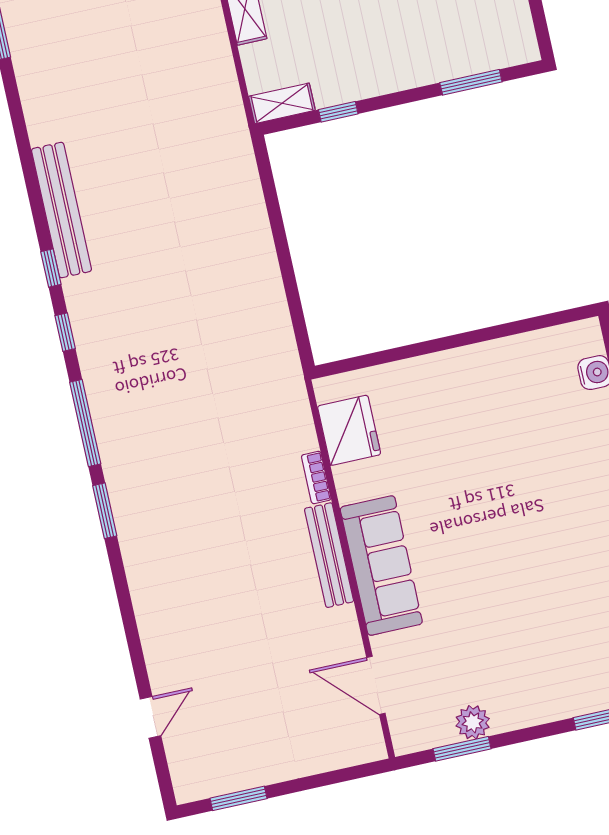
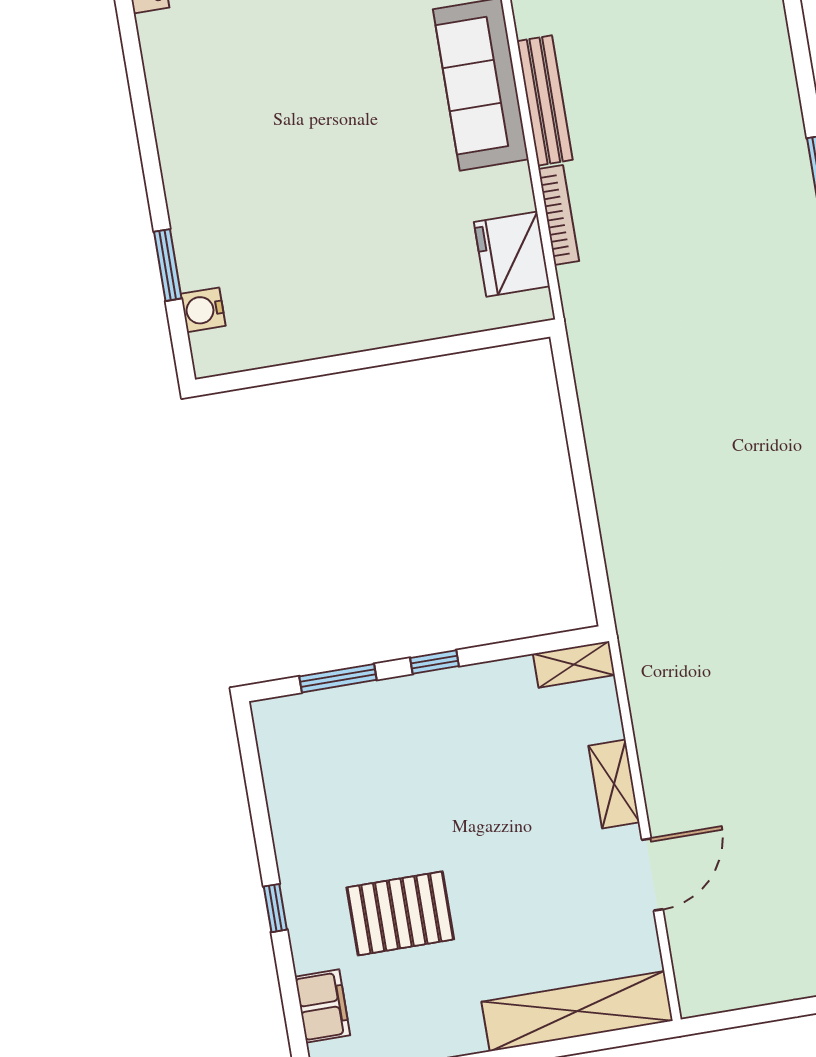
window: (338, 112) -> (434, 662), moved
bookcase: (316, 477) -> (559, 215), width x1.56

